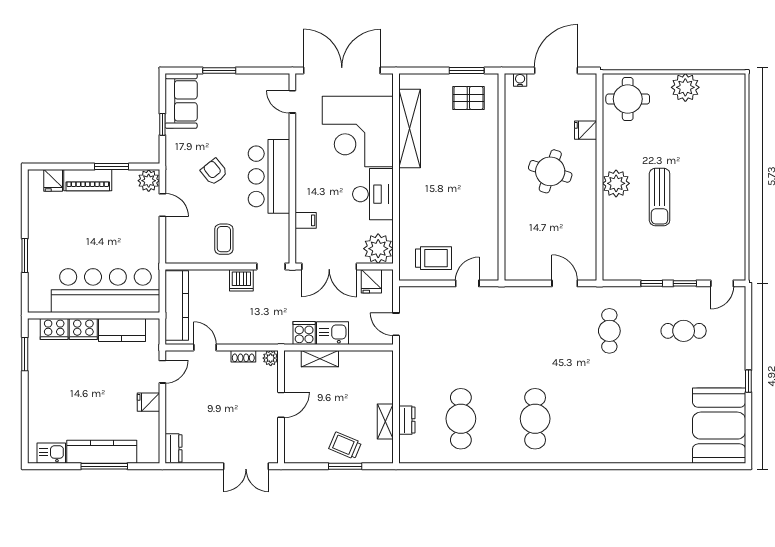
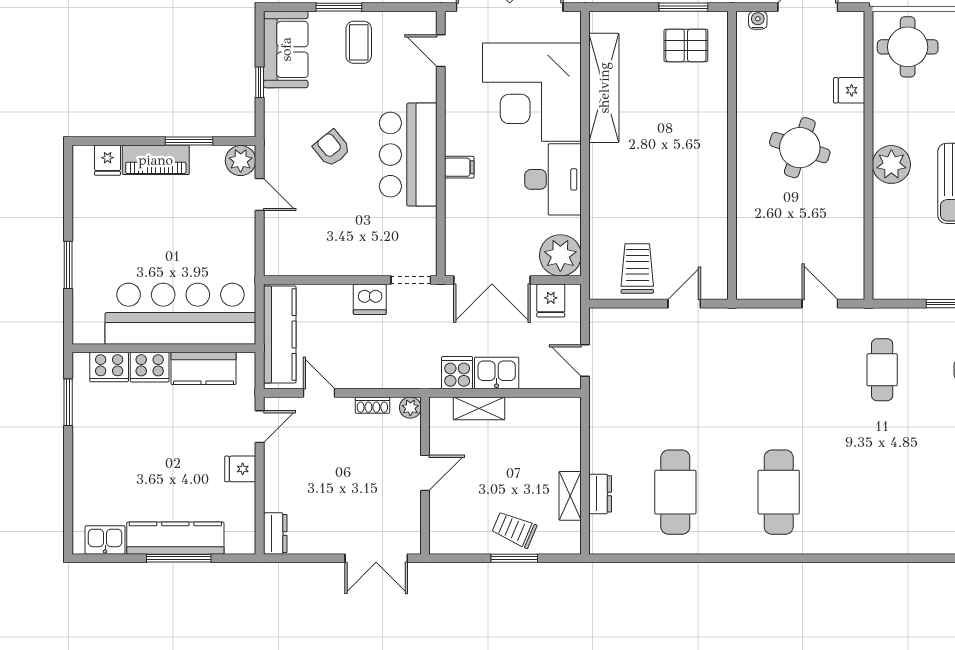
filing cabinet: (306, 220) -> (459, 167), moved
coffee table: (224, 239) -> (359, 42), moved
trolley: (434, 258) -> (637, 268), turned -90

